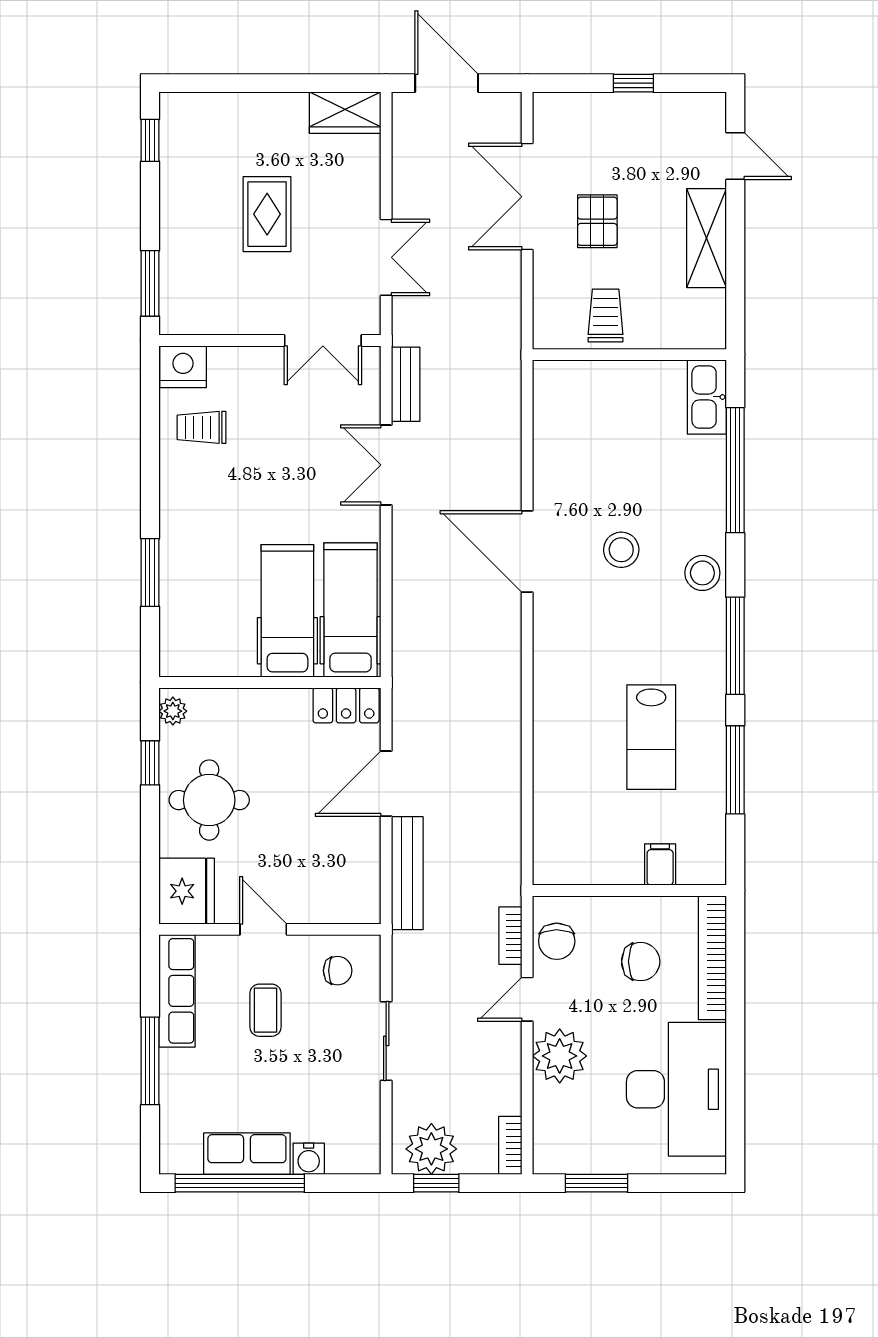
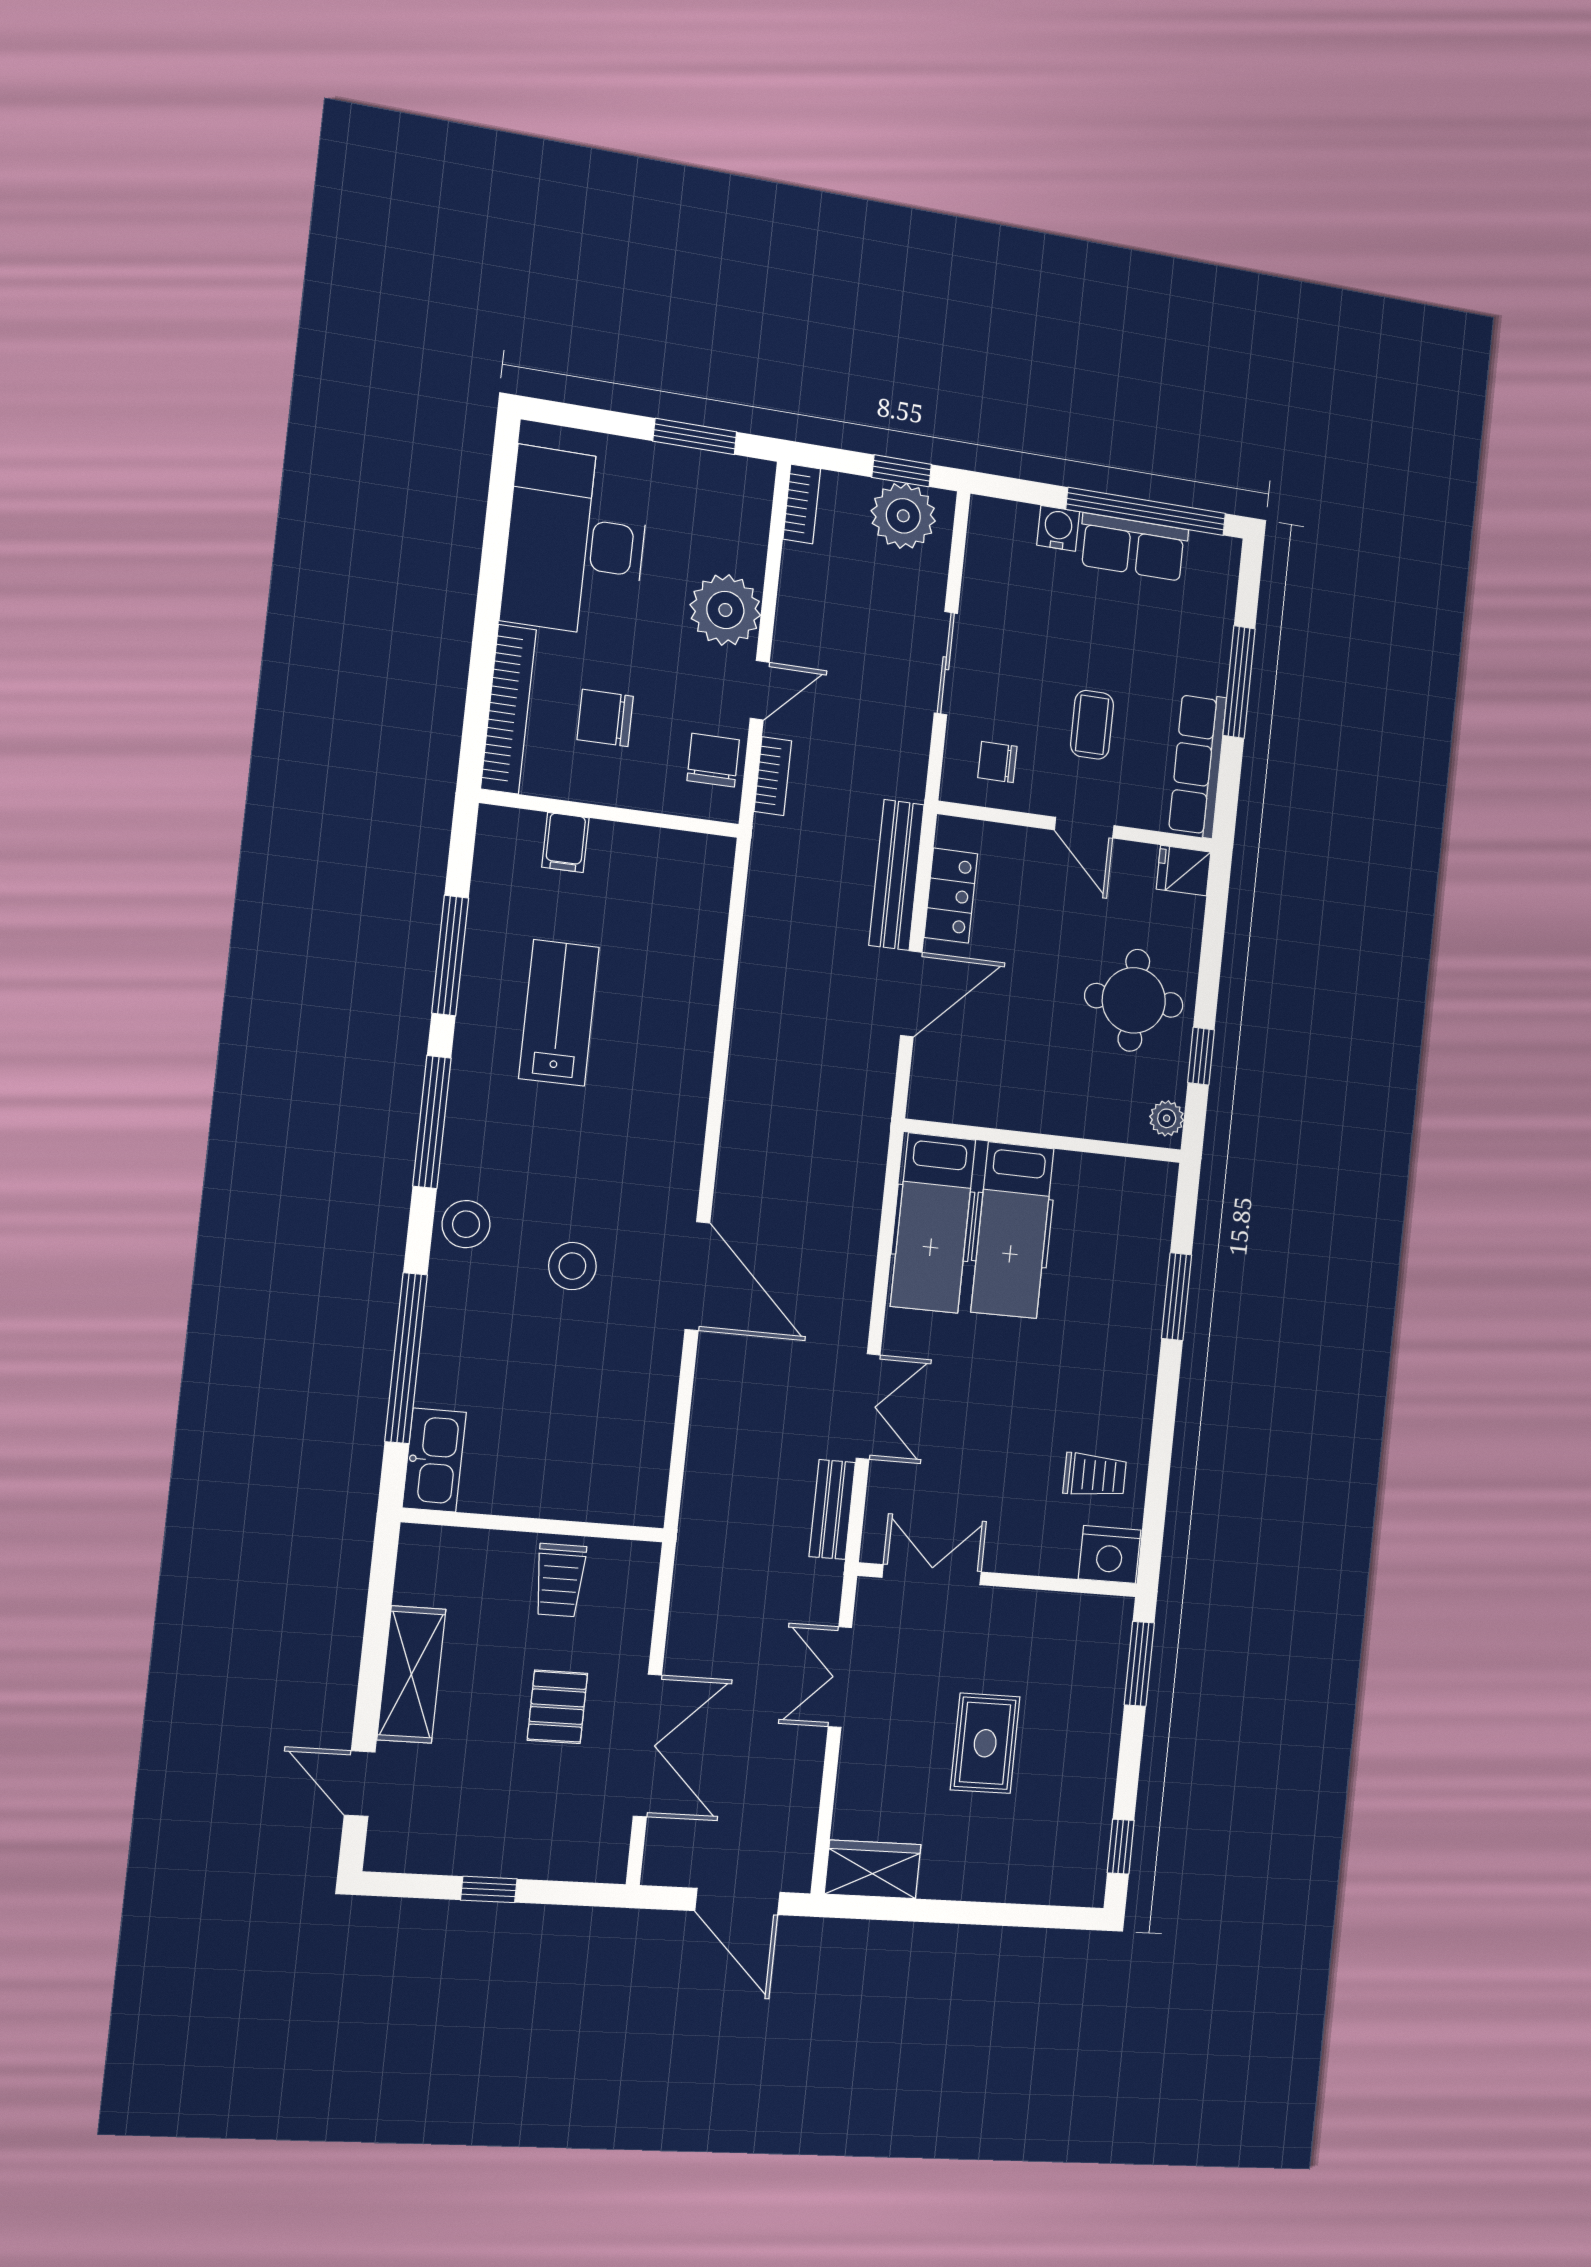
locker: (346, 705) -> (951, 896), moved, turned 90
fridge: (187, 891) -> (1184, 871), width x0.53, depth x0.75

